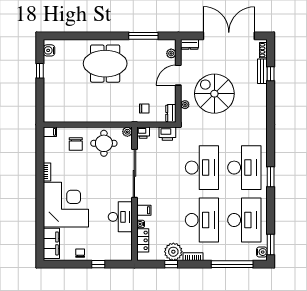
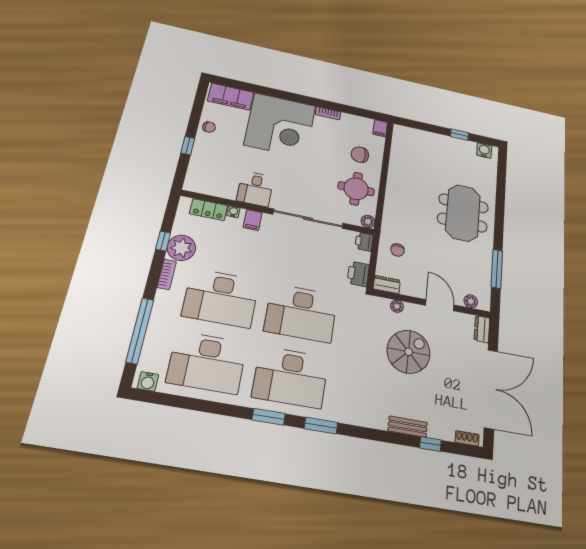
bench: (262, 71) -> (408, 427), moved
spiral stairs: (214, 94) -> (409, 352), width x0.73, depth x0.73
desk: (120, 217) -> (255, 189), width x0.73
window: (271, 244) -> (321, 426), moved

